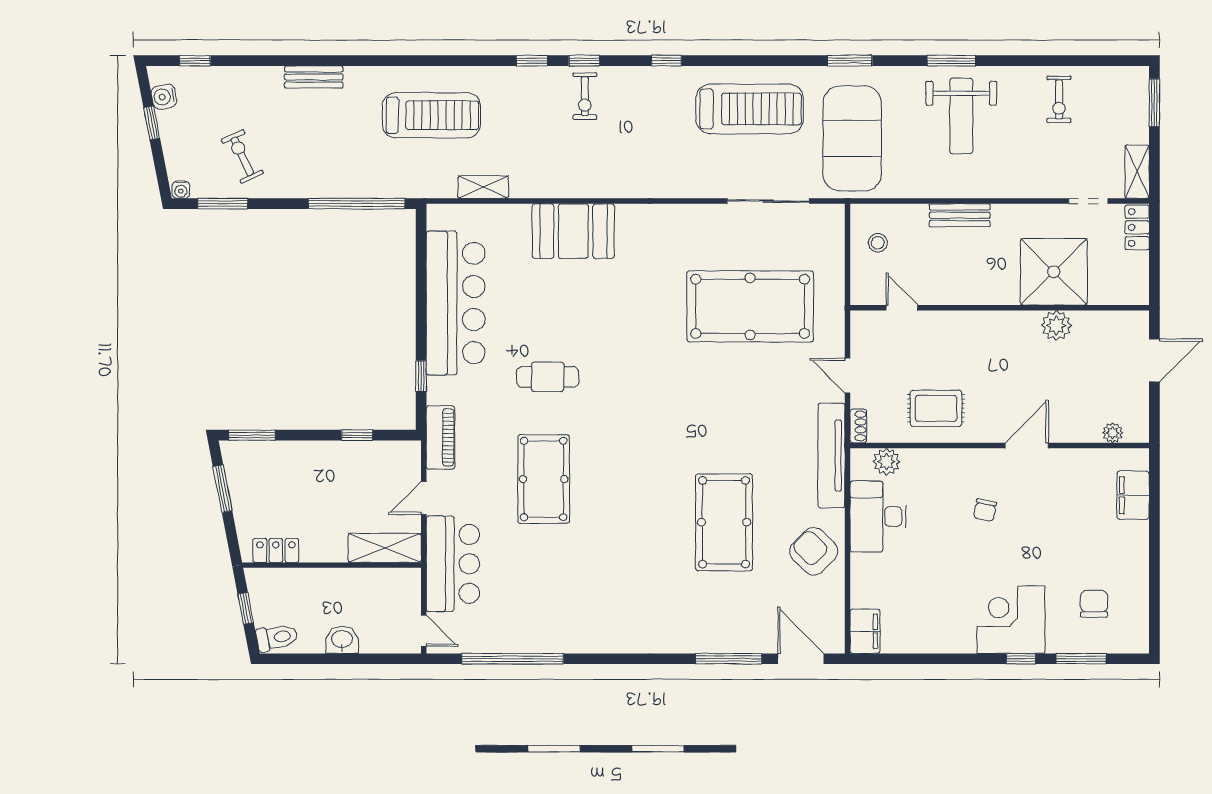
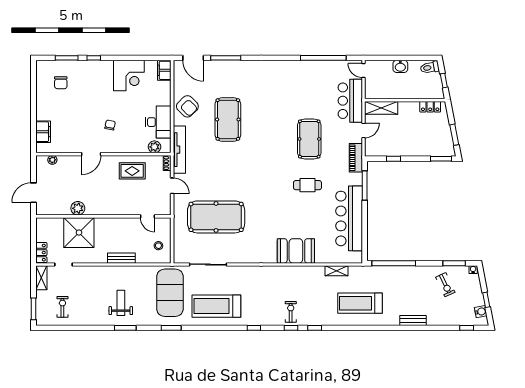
exercise bike: (1059, 99) -> (62, 307), moved
weight bench: (961, 116) -> (121, 303), width x0.73, depth x0.75
window: (421, 376) -> (365, 186), width x2.17
corner desk: (1011, 620) -> (129, 76), moved

